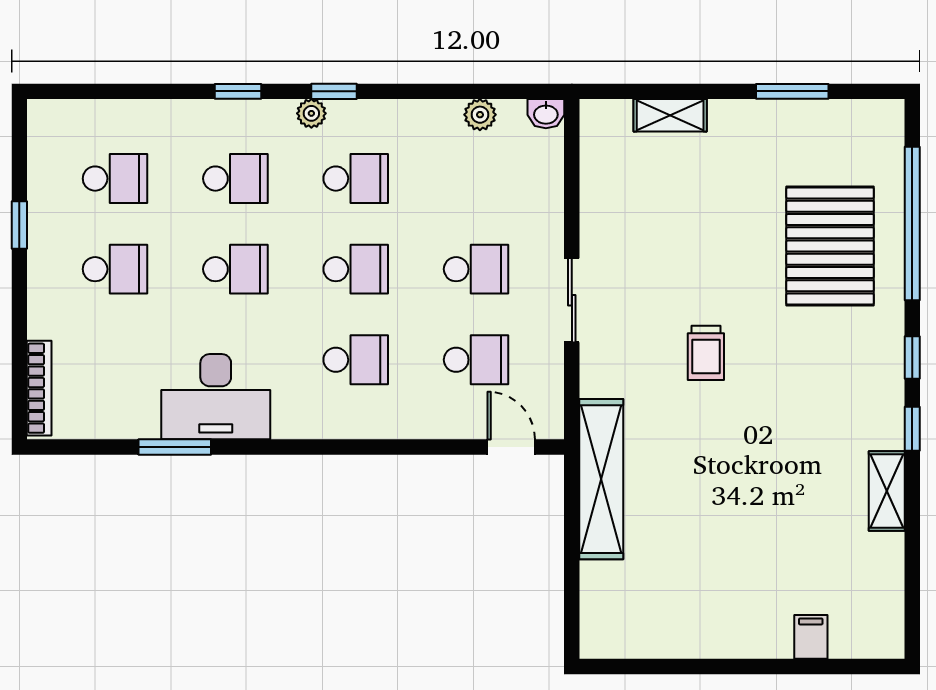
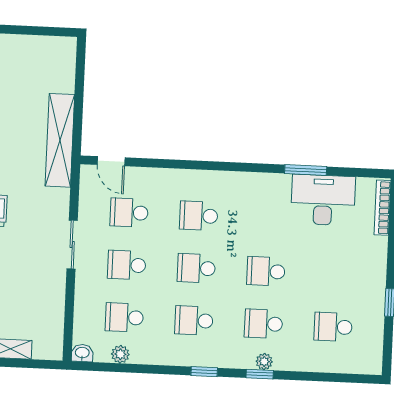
plant: (311, 113) -> (264, 361), moved
school desk: (115, 269) -> (124, 317), moved
desk: (216, 397) -> (323, 200), moved

